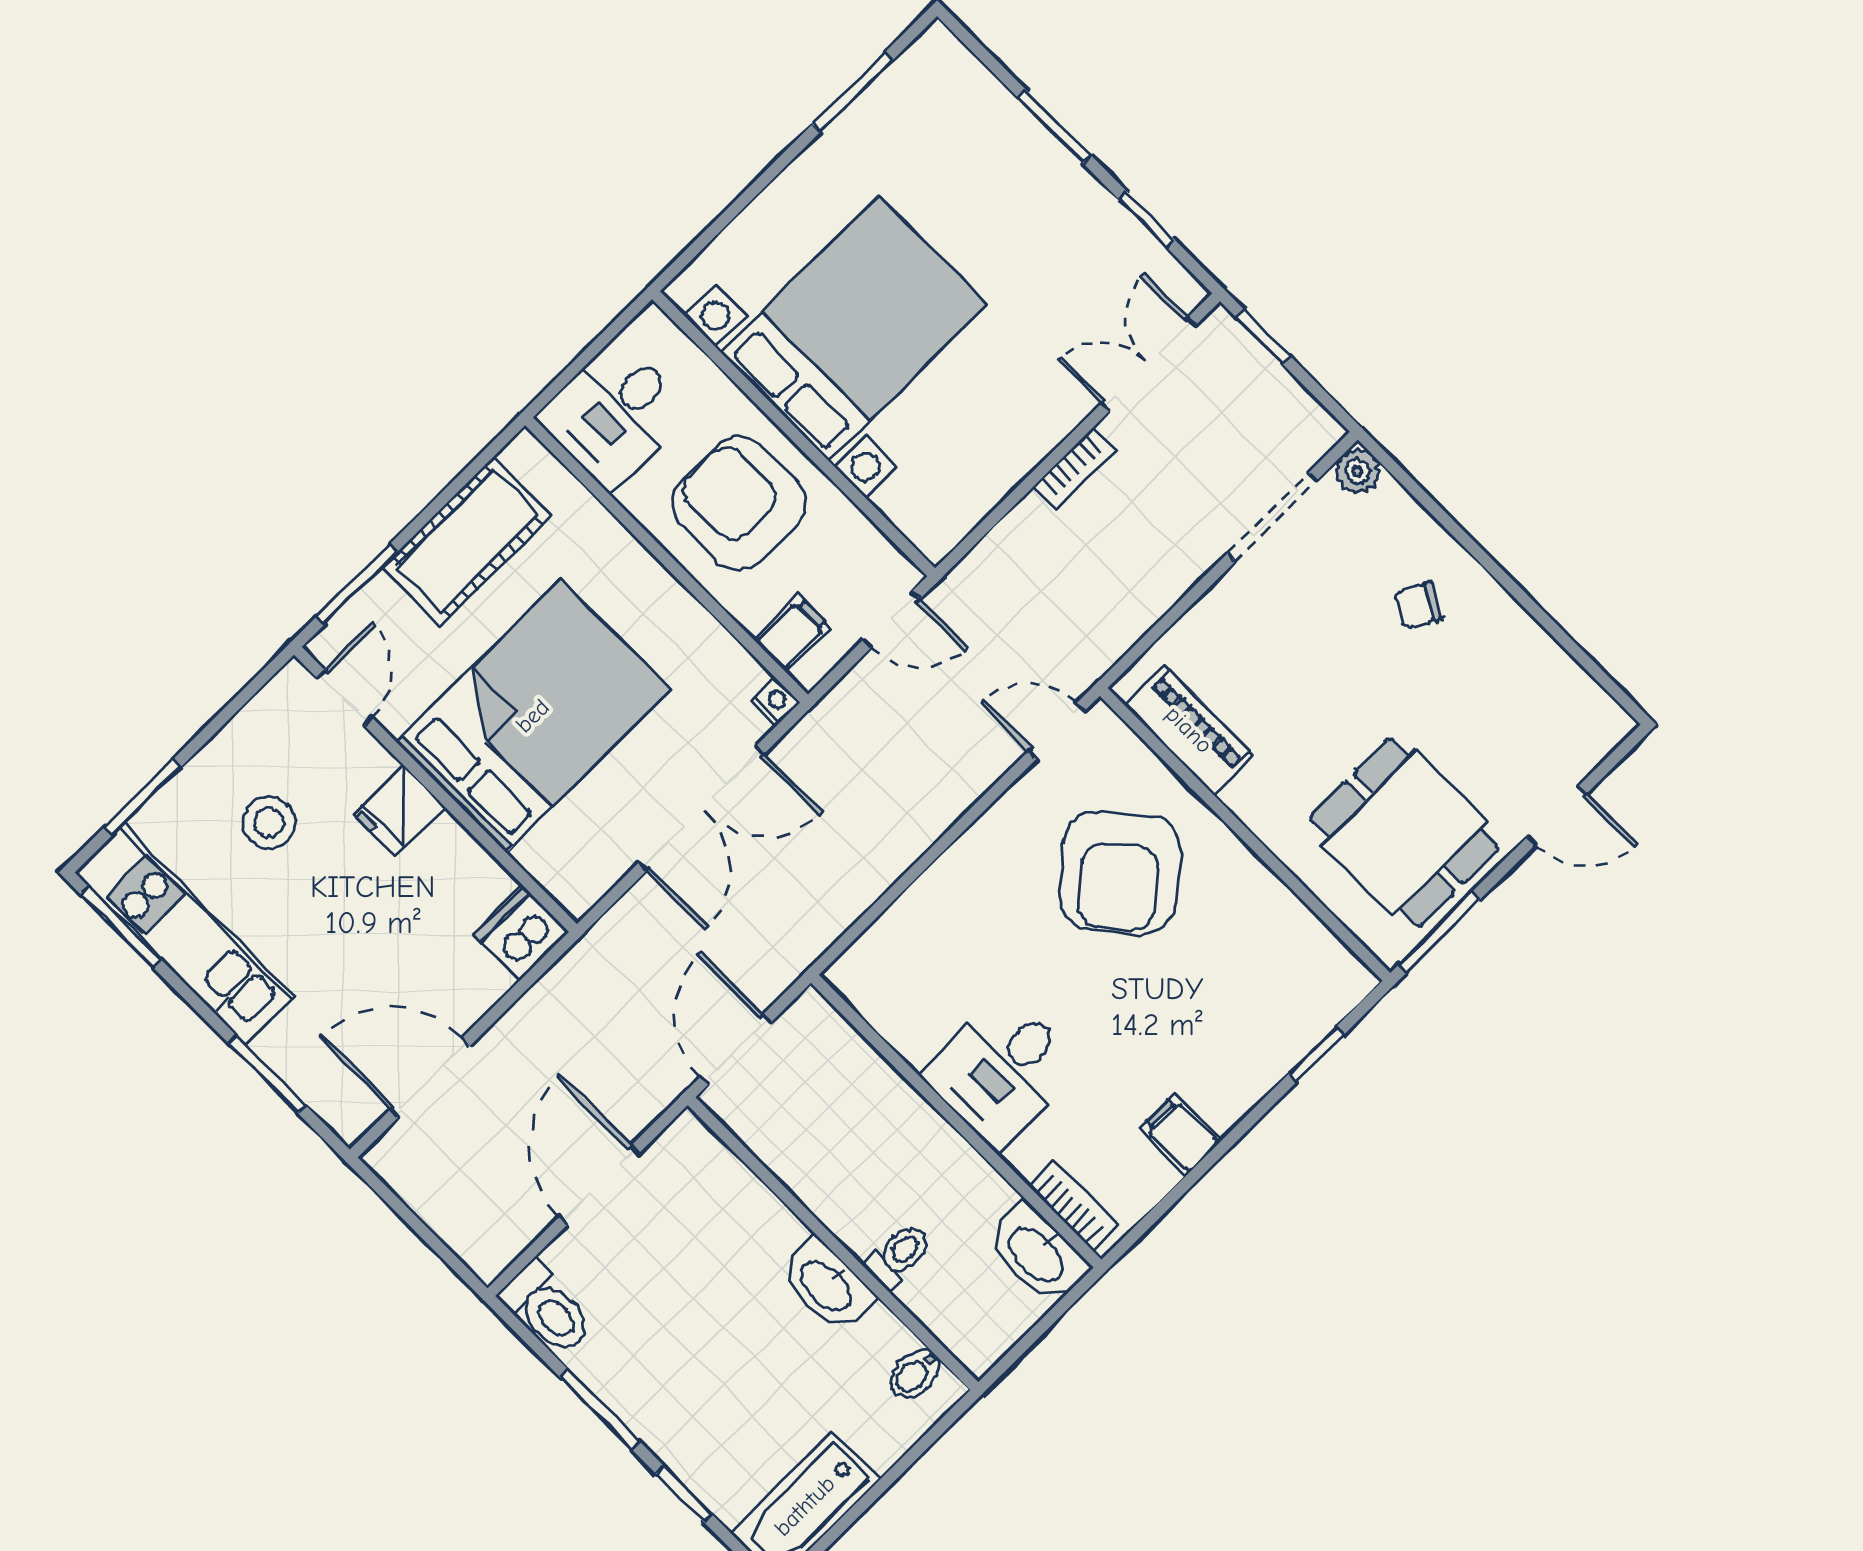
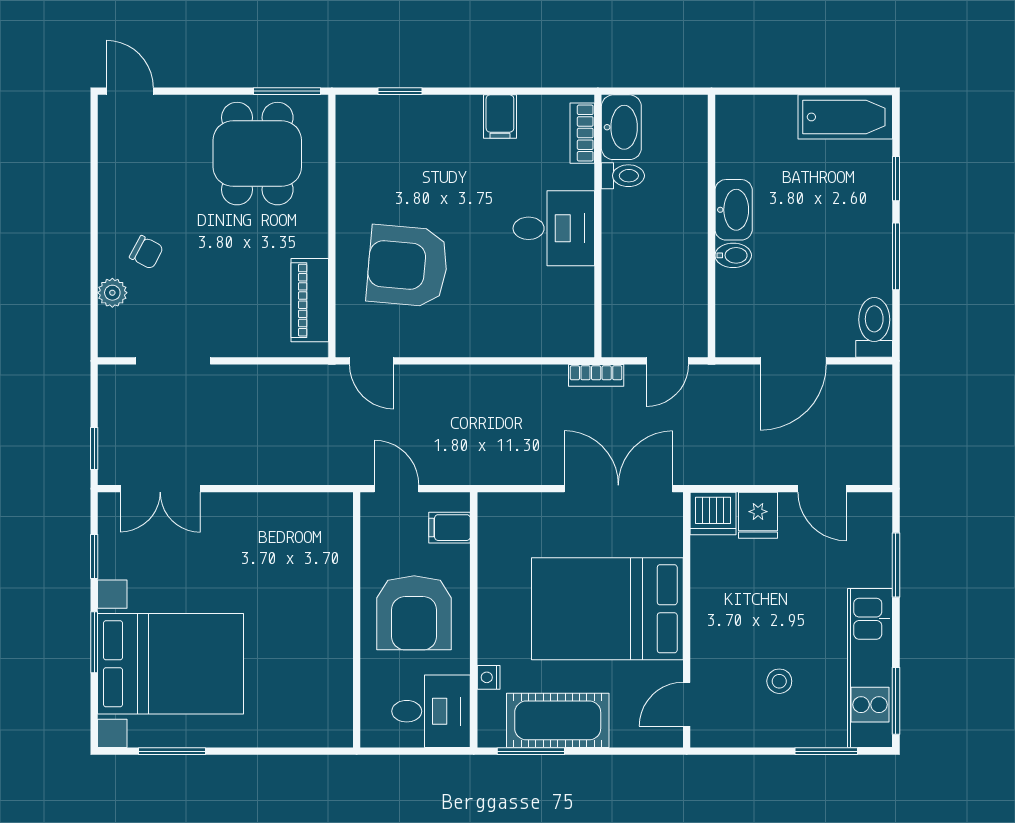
bed with nightstands: (854, 328) -> (171, 664), moved, turned 180
bookcase: (1075, 468) -> (596, 375), moved, turned 180
plant: (1358, 471) -> (112, 293), moved
window: (357, 584) -> (531, 751), moved
nightstand: (775, 702) -> (489, 677), moved
double door: (702, 808) -> (618, 489), moved
fridge: (399, 810) -> (758, 515), moved, turned 90
door: (1557, 815) -> (130, 91), moved
stool: (269, 823) -> (779, 681), width x0.73, depth x0.73
armchair: (1120, 873) -> (408, 266), turned -135
door: (736, 1050) -> (667, 361), width x0.73
door: (430, 1078) -> (822, 489), width x0.73
toilet: (899, 1256) -> (623, 176), moved, turned 180
bidet: (915, 1373) -> (733, 255), moved

